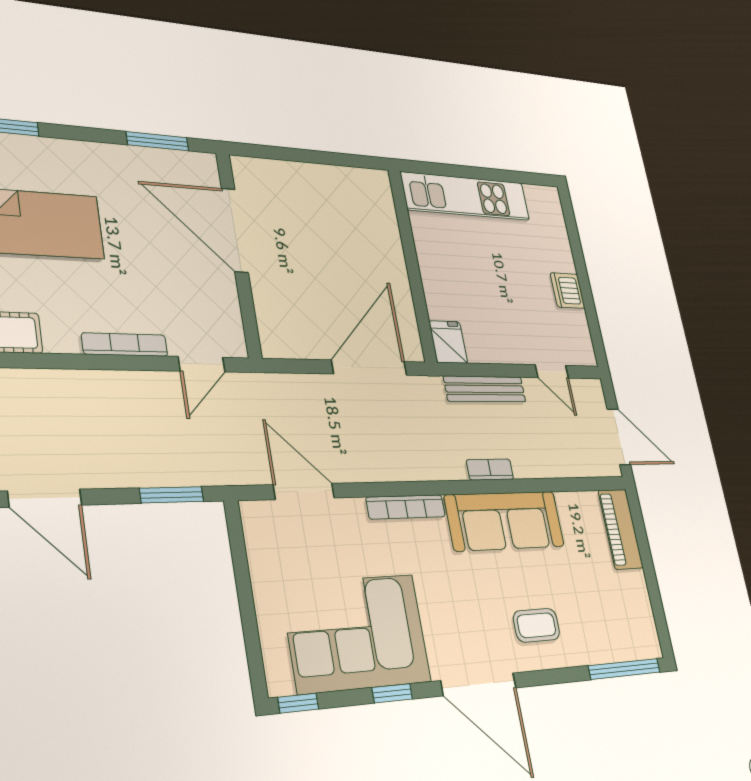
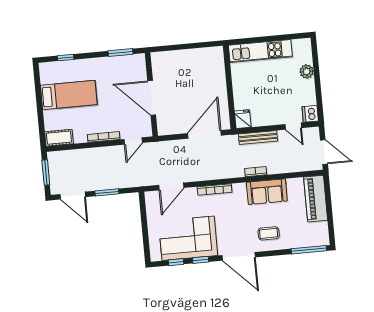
door: (235, 230) -> (152, 98), moved
plant: (561, 256) -> (307, 71), added
dishwasher: (568, 291) -> (310, 114), moved
door: (304, 491) -> (171, 186), swing flipped
window: (172, 495) -> (107, 192), moved
sofa: (505, 521) -> (267, 192), width x0.73
piano: (621, 529) -> (316, 199), width x1.37, depth x1.33
window: (298, 703) -> (176, 262), moved

